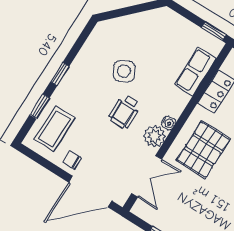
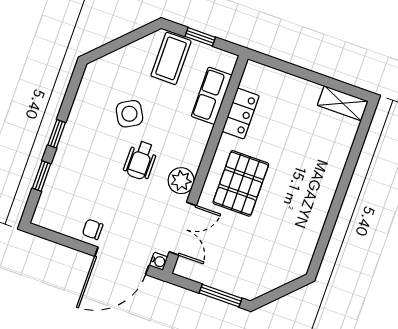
window: (214, 31) -> (200, 37), moved
water cooler: (168, 123) -> (159, 261), moved
coffee table: (55, 129) -> (171, 58), moved

